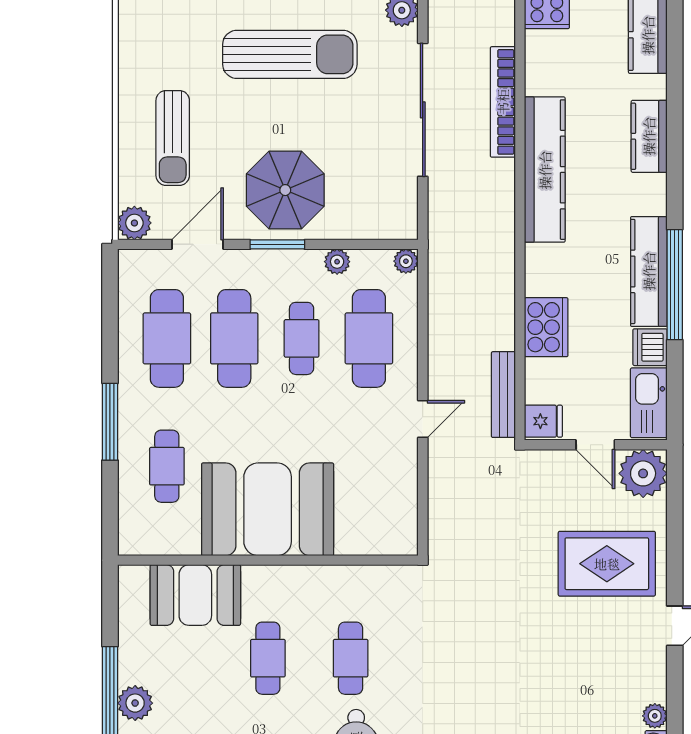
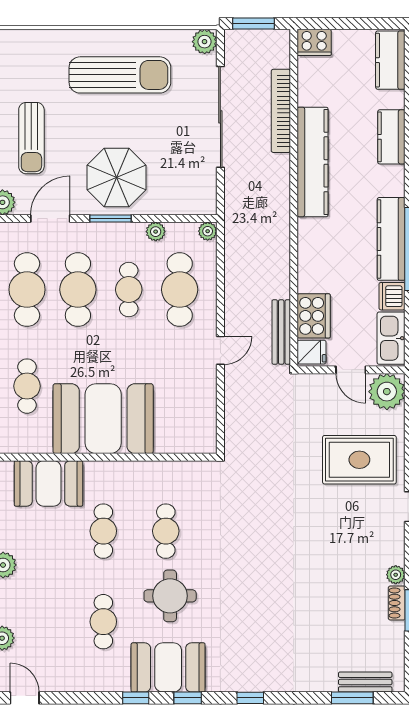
cooker: (546, 327) -> (314, 316), moved

